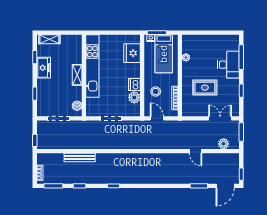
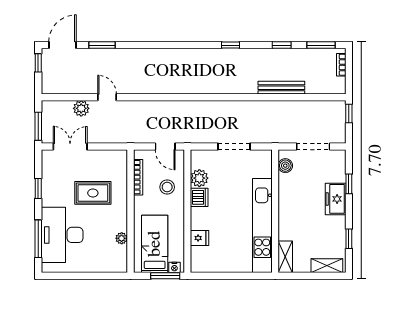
fridge: (132, 53) -> (200, 238), width x0.53, depth x0.75
desk: (229, 65) -> (62, 235), width x1.36, depth x1.30
freezer: (44, 68) -> (336, 199), moved
shelving: (77, 75) -> (285, 257), moved
double door: (220, 118) -> (70, 147), swing flipped
plant: (224, 144) -> (81, 108), moved

